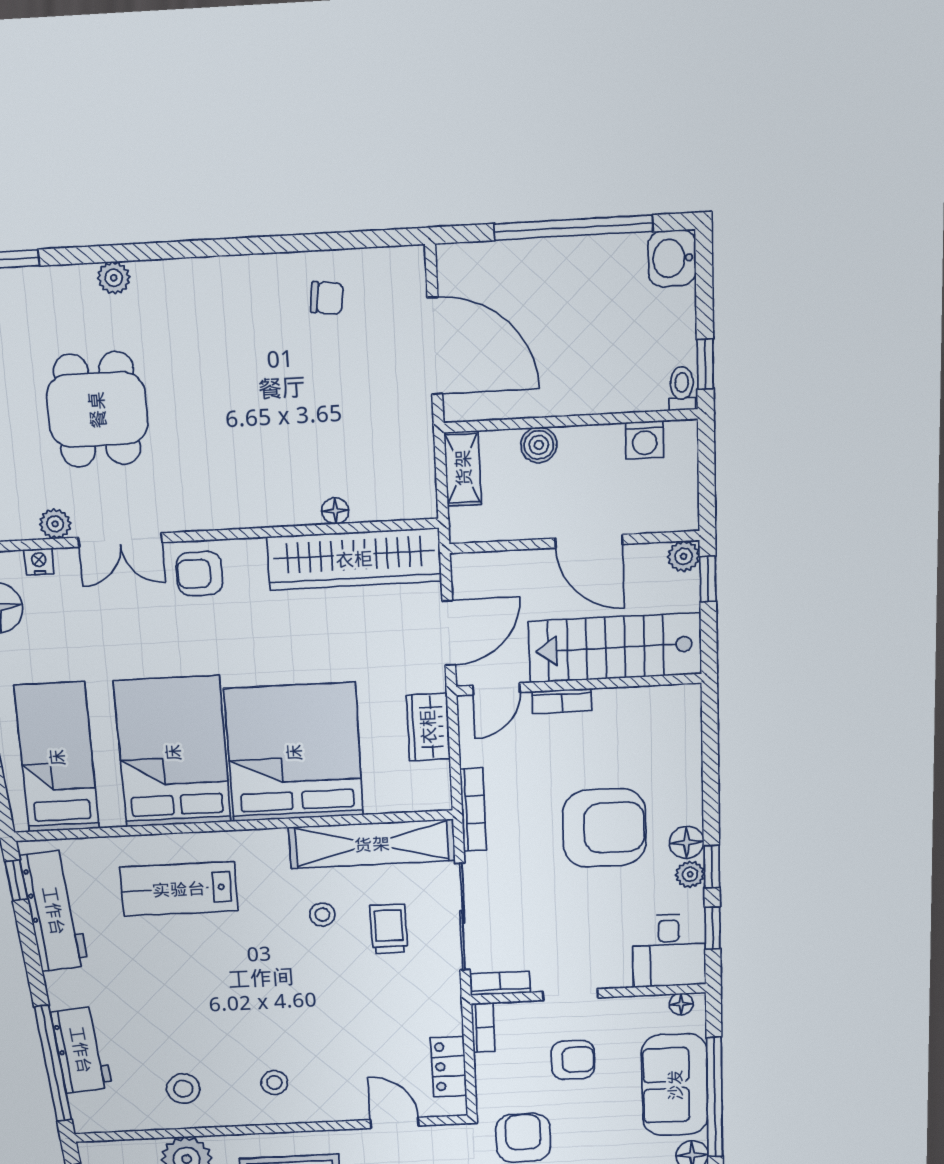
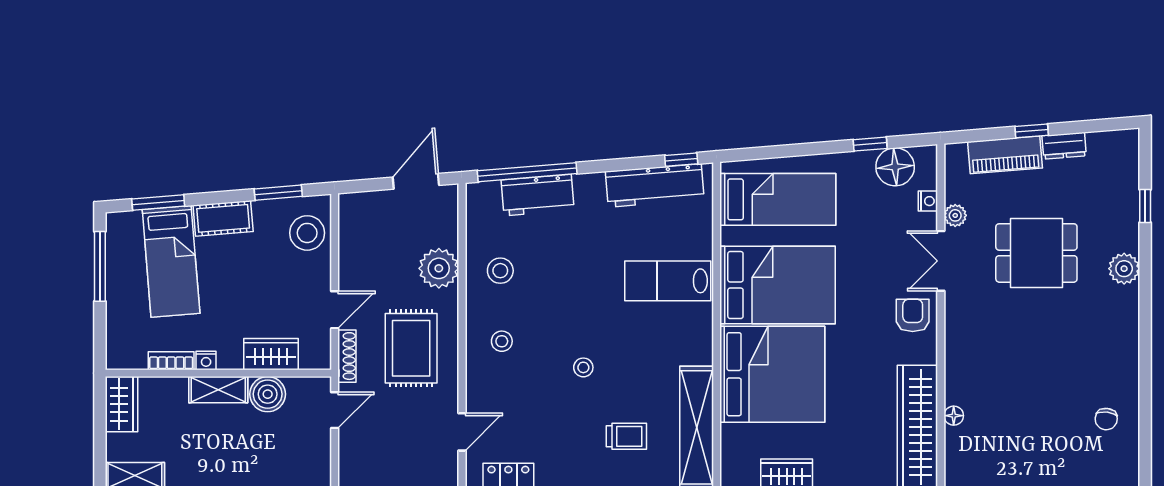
plant: (114, 278) -> (1124, 269), width x1.38, depth x1.38
lab bench: (179, 889) -> (668, 281), turned -90
stool: (322, 915) -> (583, 367), moved

